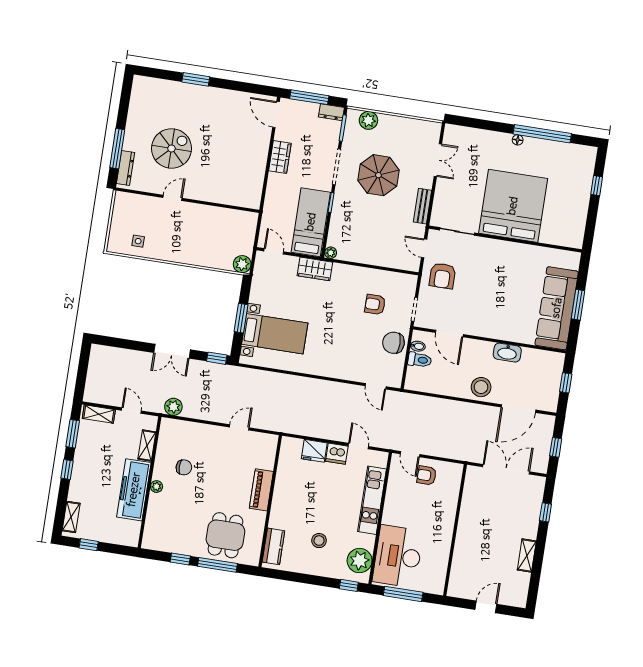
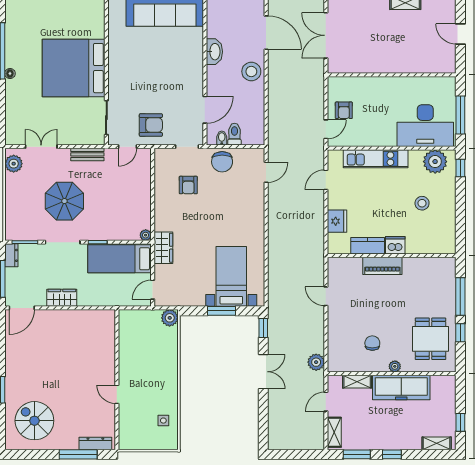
plant: (368, 120) -> (14, 164), moved
spiral stairs: (172, 148) -> (34, 421), moved
dishwasher: (337, 454) -> (395, 245), moved, turned -90
dining table: (225, 535) -> (431, 339), moved, turned 90
kitchen counter: (273, 546) -> (368, 246), moved

